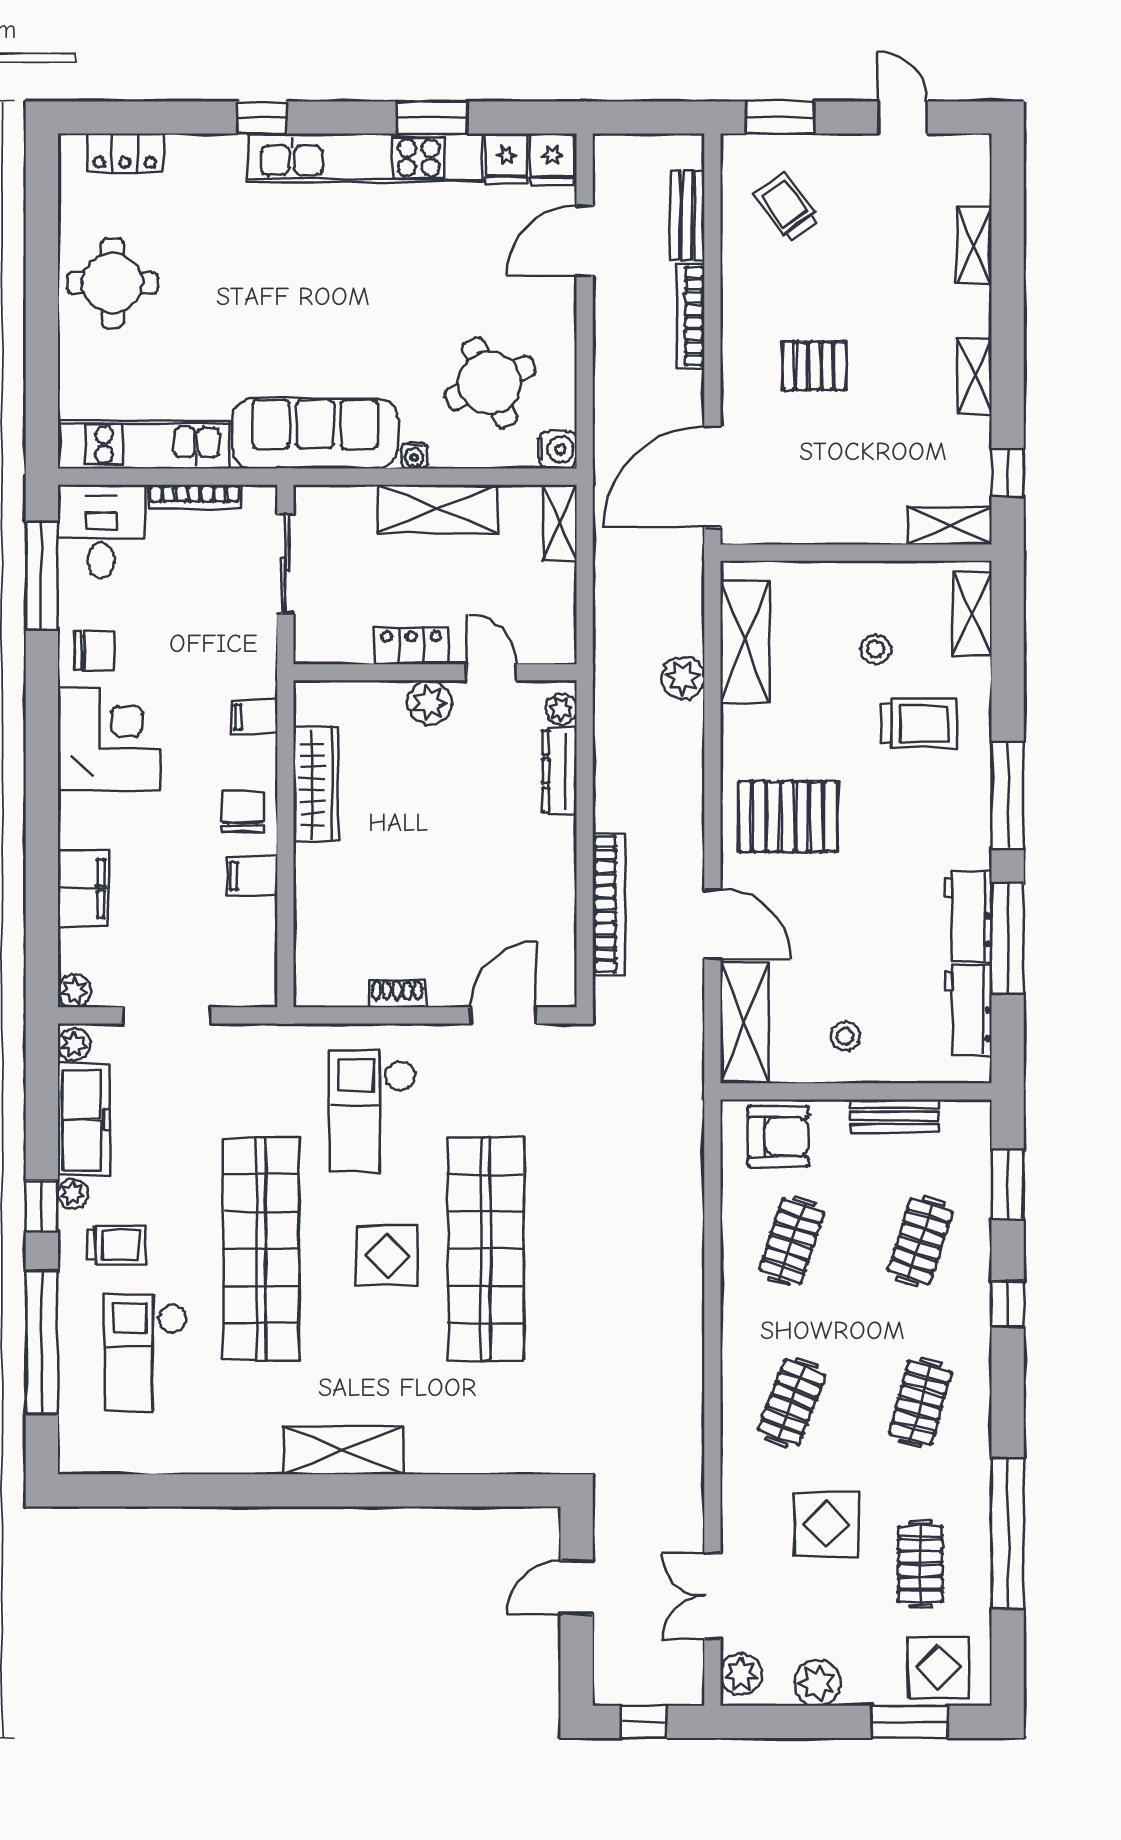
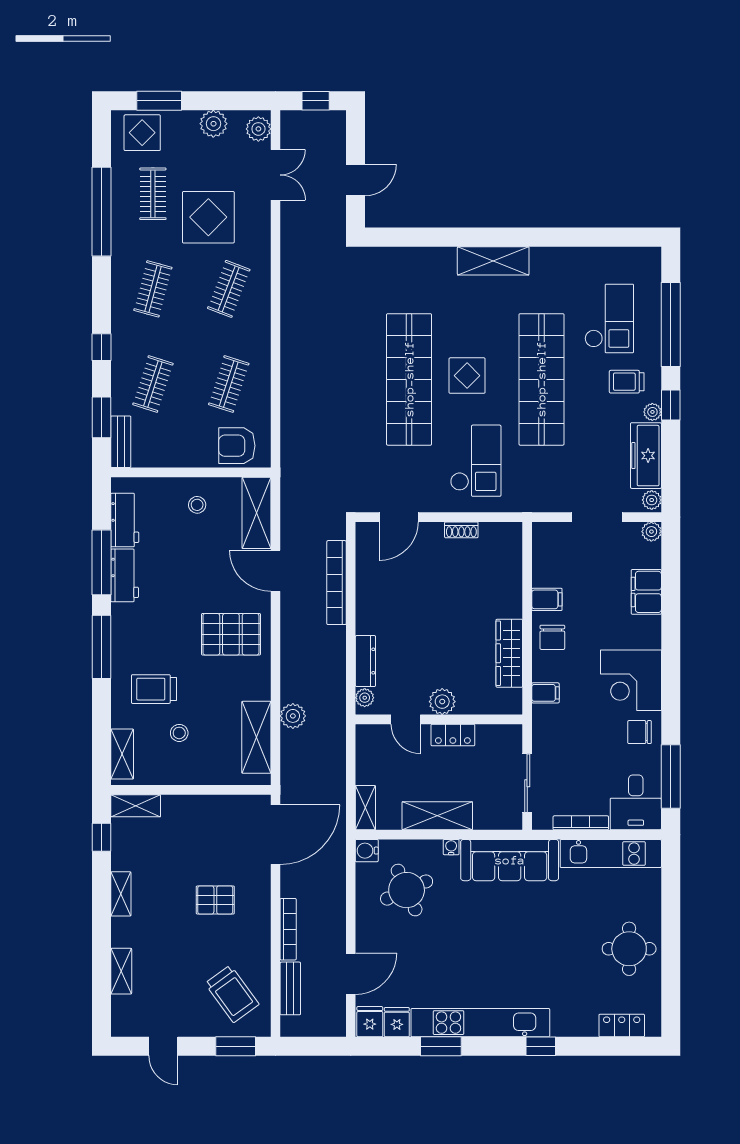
trolley: (786, 207) -> (232, 994), width x1.36, depth x1.39
bench: (895, 1116) -> (121, 442), moved, turned 90
display table: (826, 1524) -> (208, 217), width x1.36, depth x1.36

